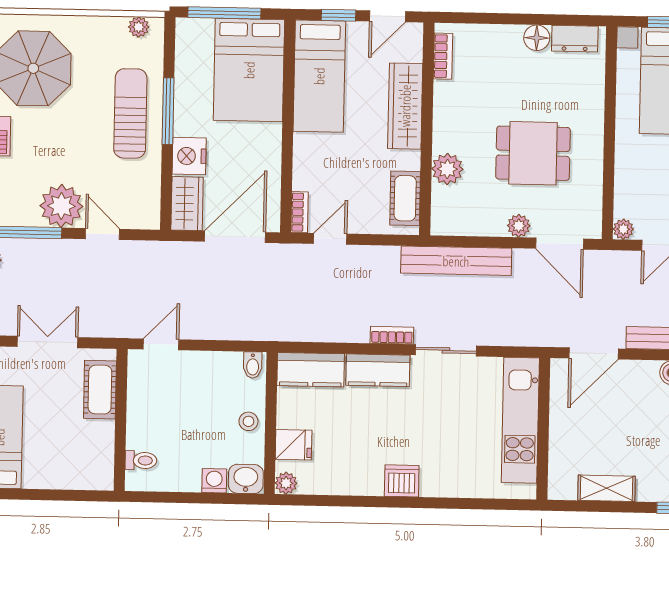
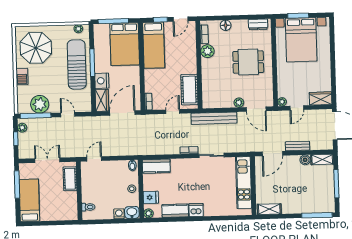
floor lamp: (537, 38) -> (226, 25), moved
wardrobe: (405, 106) -> (190, 56), removed
sun lounger: (130, 113) -> (77, 64), width x1.36, depth x1.34
dining table: (533, 153) -> (248, 62), moved
plant: (447, 169) -> (207, 51), moved
cot: (405, 198) -> (189, 90), width x1.37, depth x1.34
plant: (61, 206) -> (40, 104), moved
door: (330, 239) -> (173, 112), moved
kitchen counter: (378, 370) -> (175, 211), moved, turned 180
shelving: (606, 488) -> (269, 209), moved

